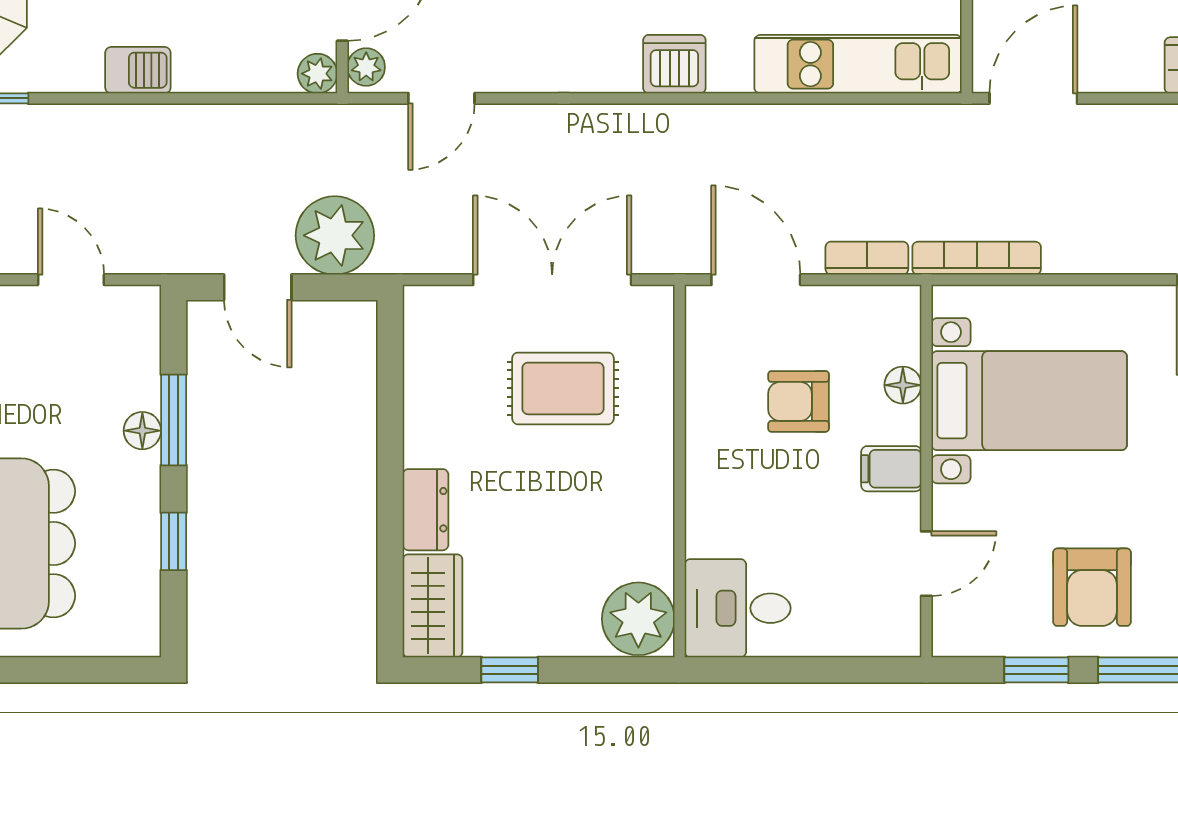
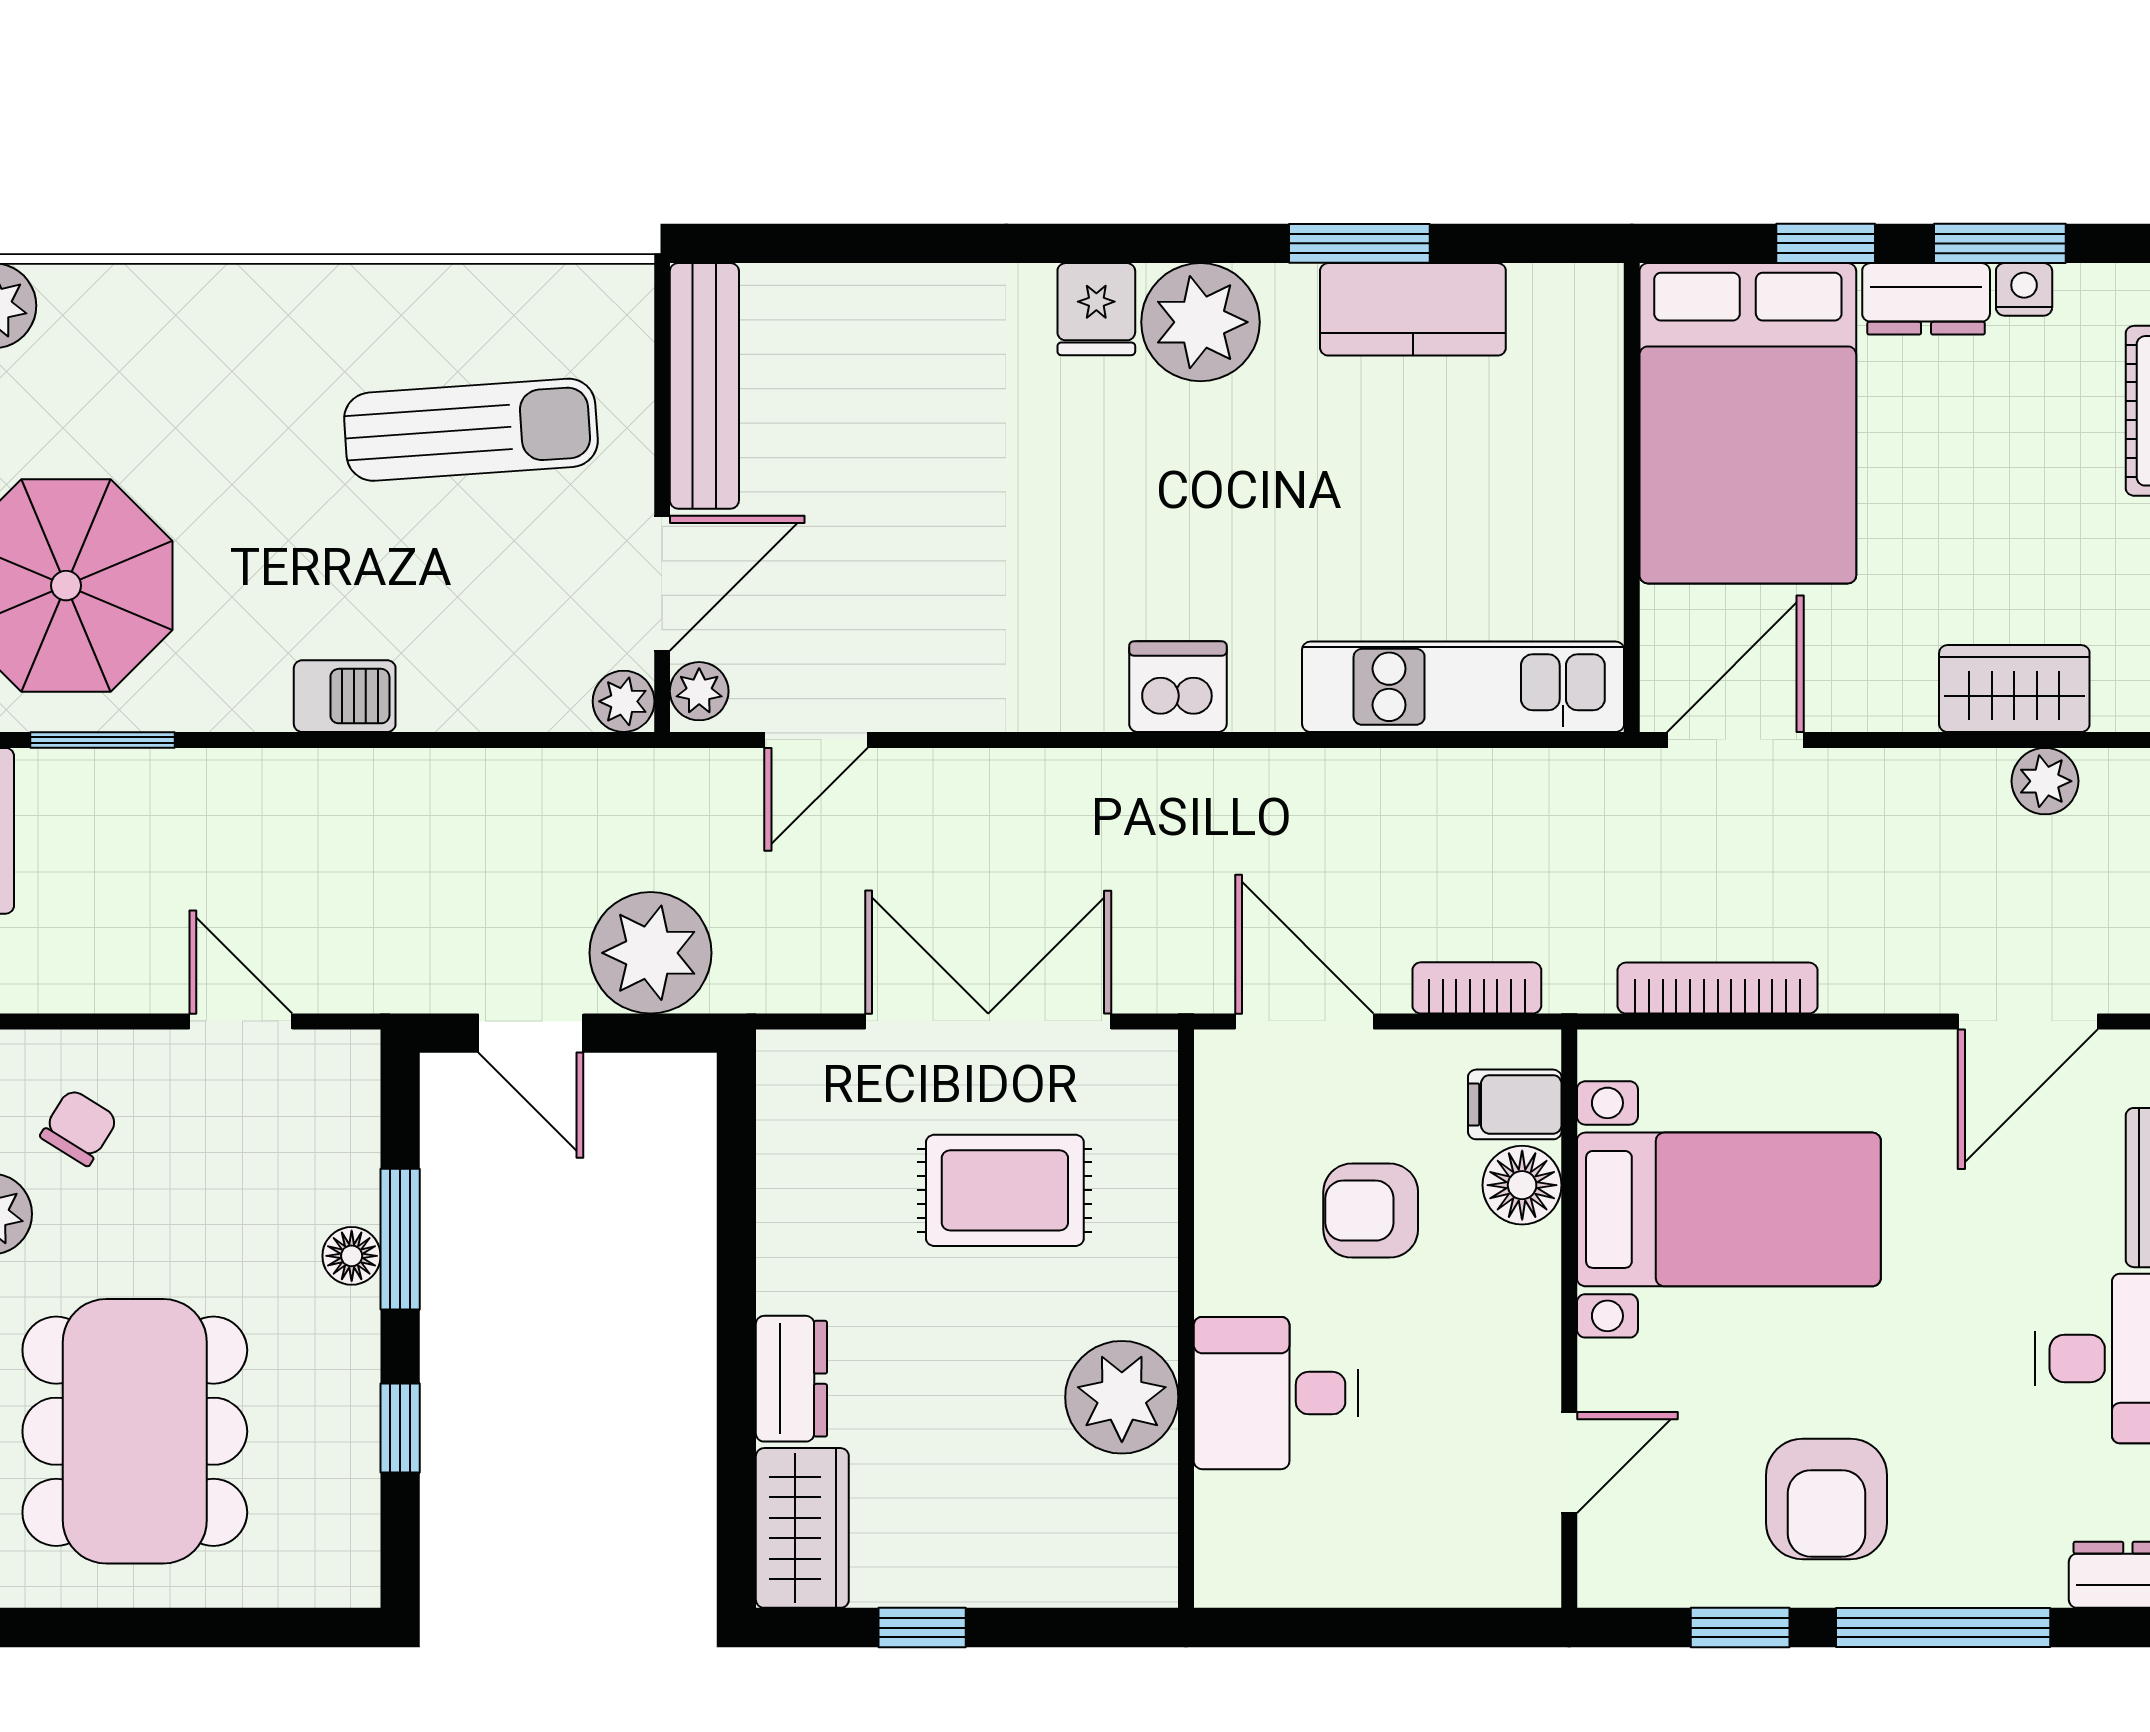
bookcase: (977, 258) -> (1718, 988), moved
floor lamp: (903, 385) -> (1522, 1185), width x1.37, depth x1.37
filing cabinet: (891, 469) -> (1515, 1104), moved
desk: (738, 608) -> (1276, 1393), moved
plant: (638, 619) -> (1122, 1397), moved

